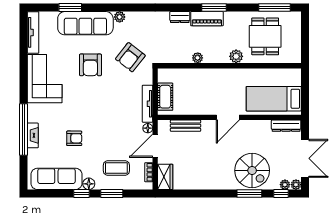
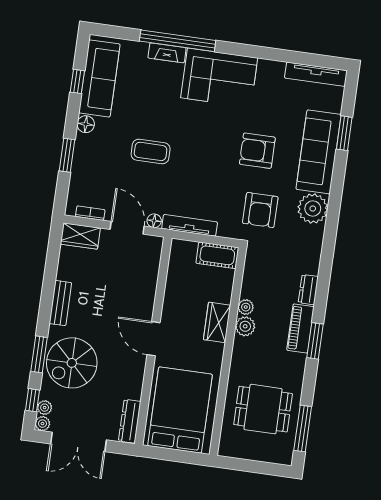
plant: (120, 17) -> (313, 209), width x1.87, depth x1.87
plant: (236, 56) -> (245, 326), moved
armchair: (130, 57) -> (260, 210), turned -128
wardrobe: (211, 76) -> (217, 322), added
corner sofa: (45, 79) -> (219, 78), moved
cot: (165, 97) -> (217, 255), moved
bed: (274, 99) -> (180, 410), width x1.50
bench: (185, 126) -> (60, 303), moved
armchair: (74, 138) -> (154, 112), removed
coffee table: (116, 168) -> (151, 151), moved, turned 90
window: (81, 194) -> (77, 81), moved

